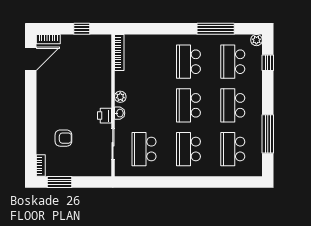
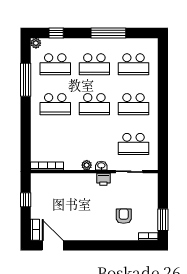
window: (268, 134) -> (108, 33), moved

